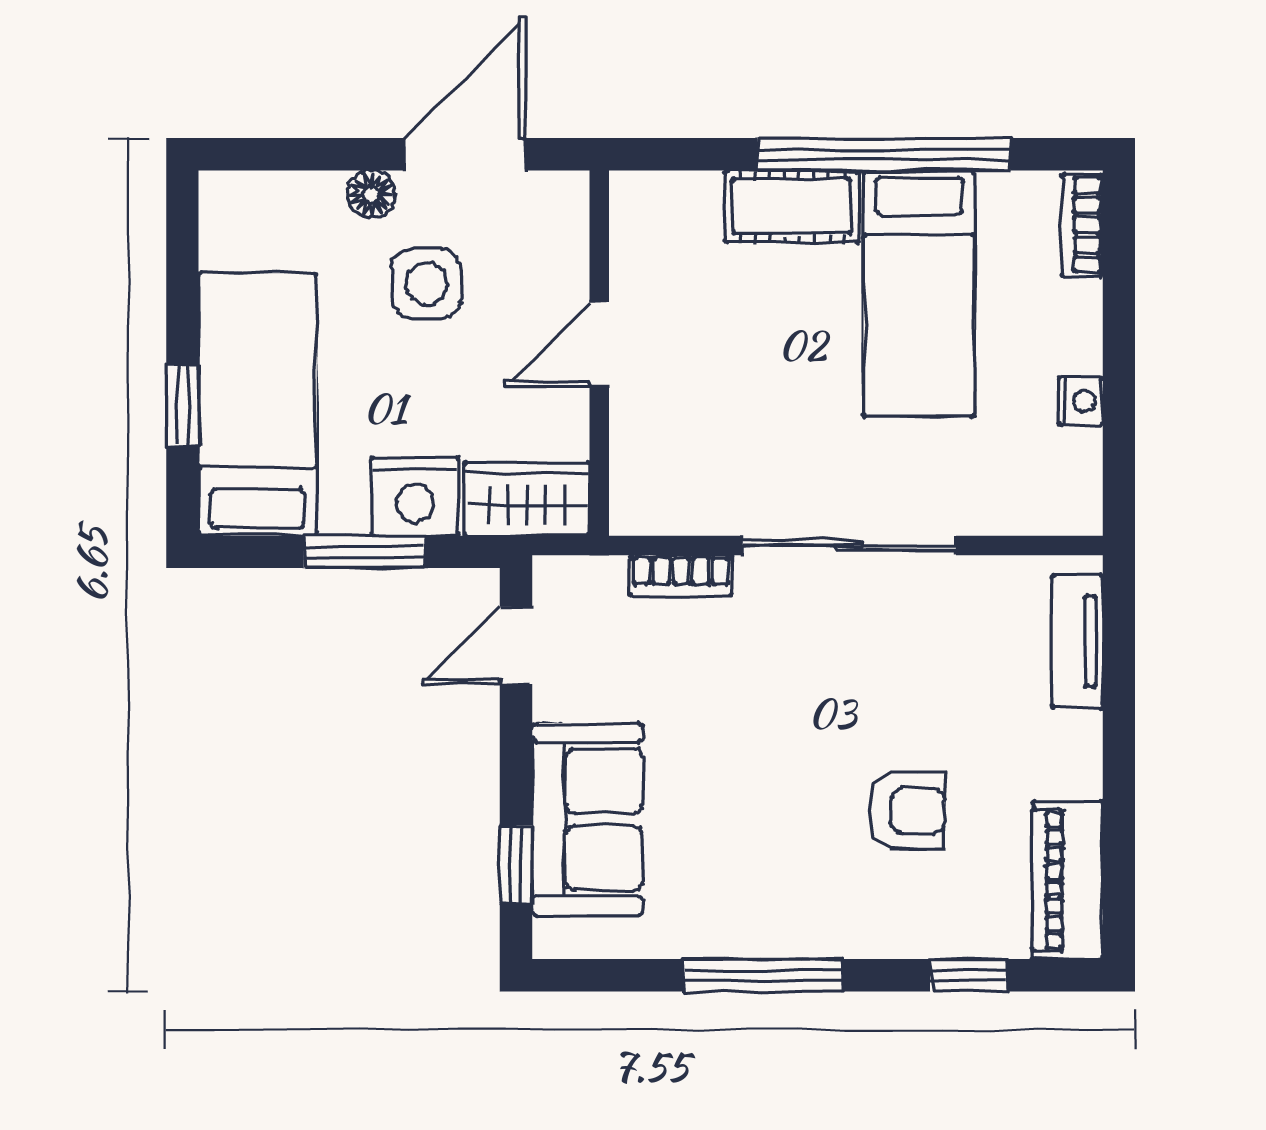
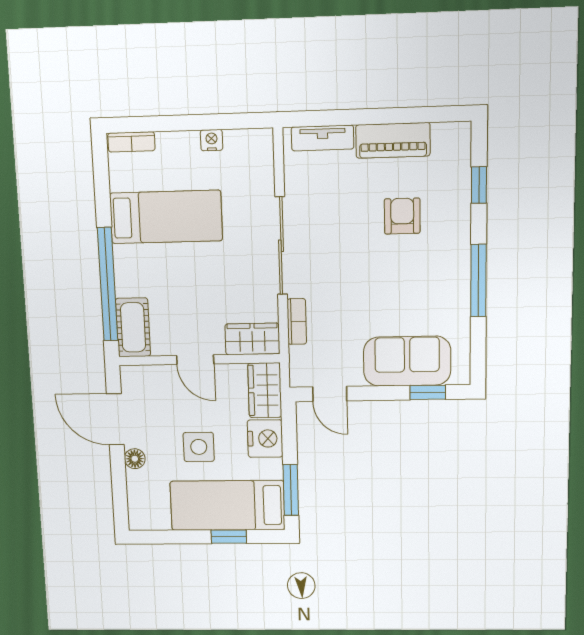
window: (884, 154) -> (108, 284), moved
cot: (792, 206) -> (133, 327), moved
side table: (427, 284) -> (199, 447), moved
wardrobe: (644, 475) -> (252, 339), added
window: (364, 552) -> (291, 490), moved
piano: (1068, 880) -> (393, 140), moved

